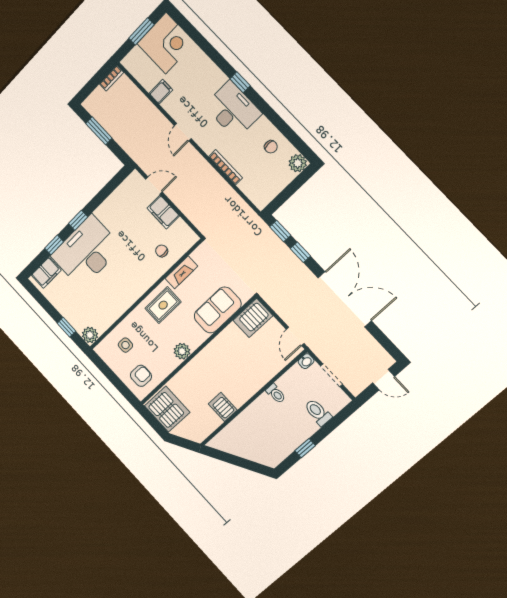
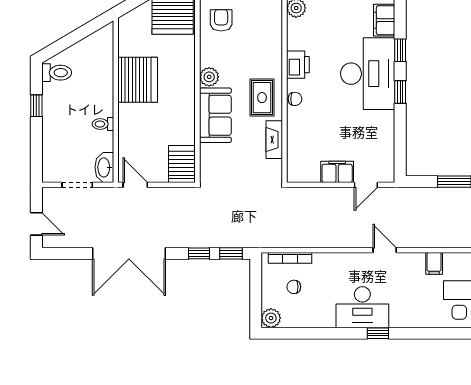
chair: (271, 147) -> (294, 287), moved
bookcase: (226, 167) -> (290, 258), moved
chair: (162, 251) -> (295, 99), moved
printer: (122, 301) -> (298, 65), added
sofa: (218, 310) -> (215, 115), moved
side table: (125, 345) -> (259, 32), removed
washbasin: (306, 361) -> (104, 167), width x1.91, depth x1.45
armchair: (141, 376) -> (221, 20), turned 180
door: (384, 380) -> (36, 224), swing flipped
server rack: (223, 407) -> (138, 80), width x2.18, depth x1.44
toilet: (318, 412) -> (57, 73), moved

